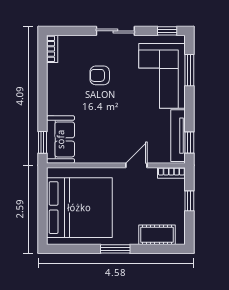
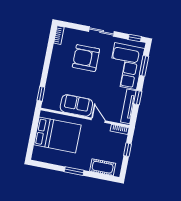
armchair: (100, 75) -> (86, 58), width x1.88, depth x1.88
sofa: (61, 139) -> (76, 105), moved, turned -90
window: (189, 143) -> (138, 98), moved
door: (136, 165) -> (98, 120), hinge flipped
bed: (79, 208) -> (57, 135), width x0.73

